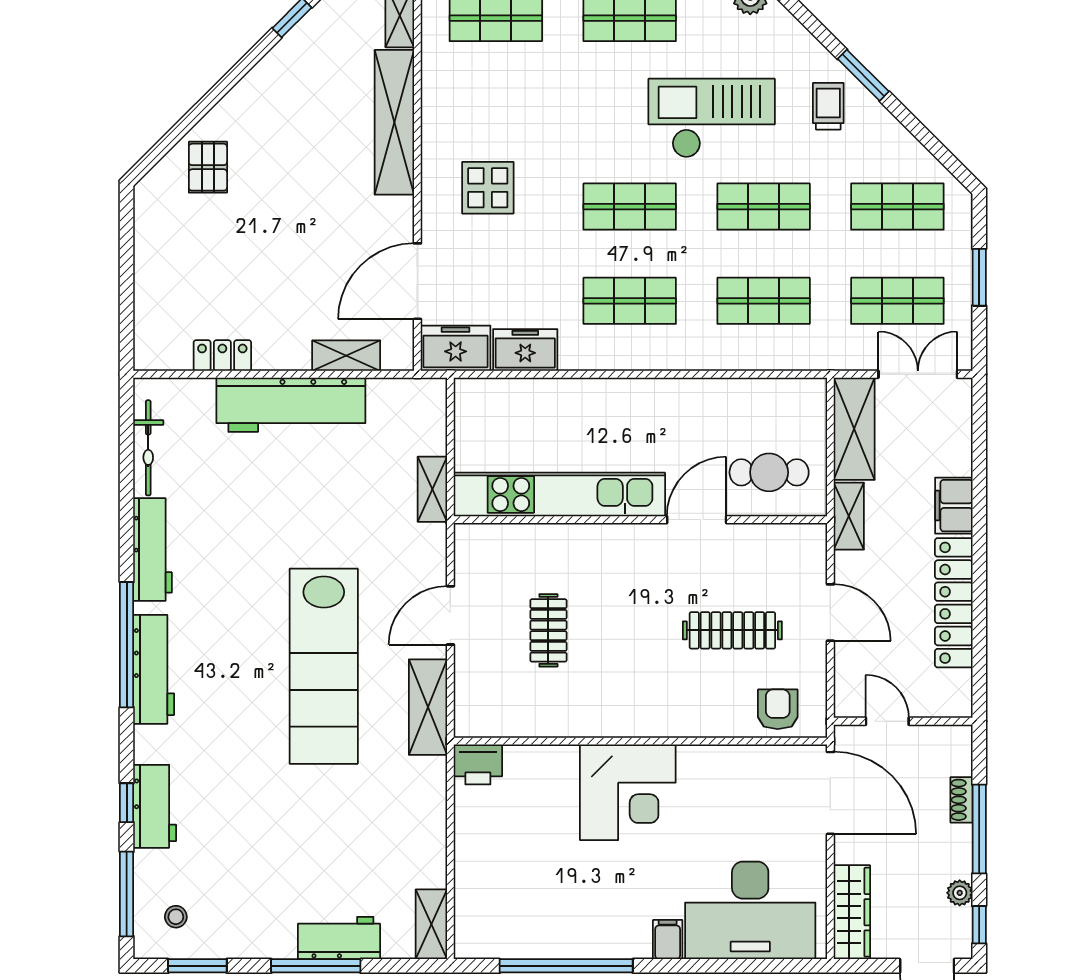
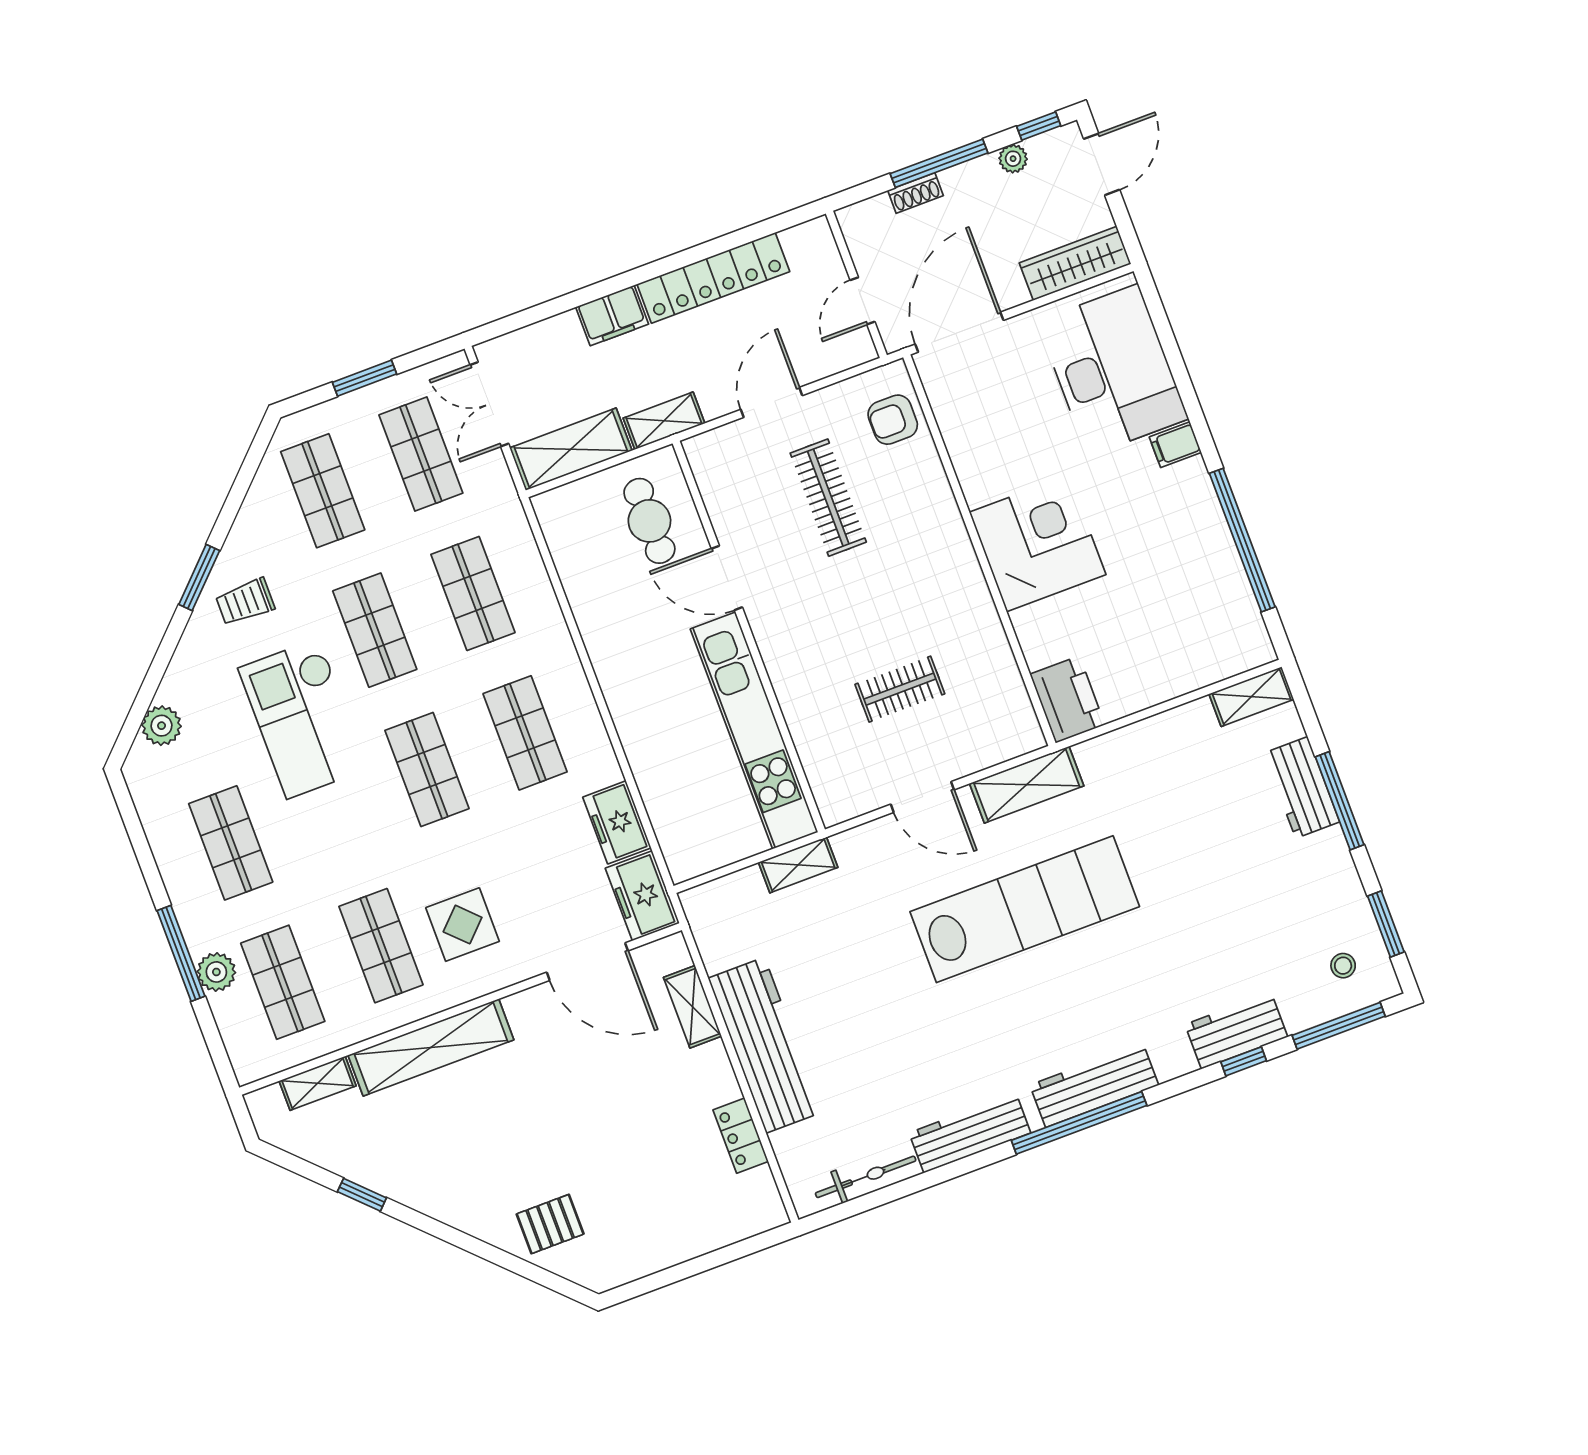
shop shelf: (496, 112) -> (381, 946), added
printer: (478, 764) -> (1067, 699), width x1.37, depth x1.19

